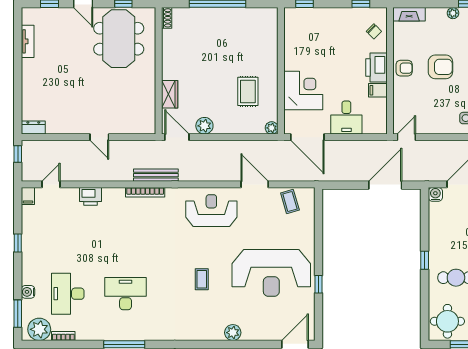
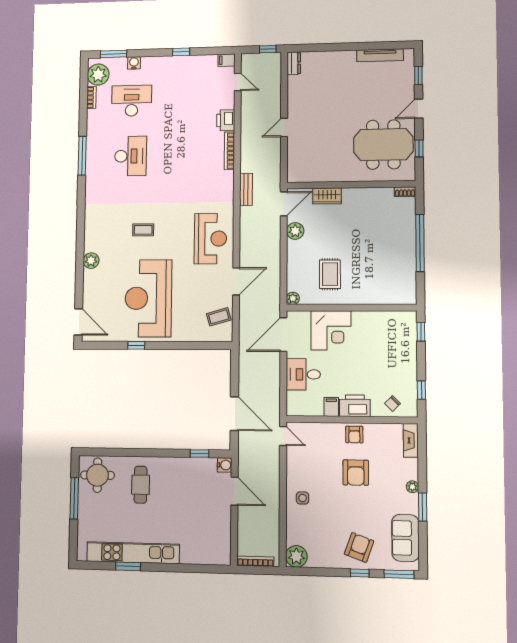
tv unit: (28, 41) -> (380, 55), width x1.41
rug: (248, 91) -> (330, 274), turned 90
bench: (156, 175) -> (246, 189), width x0.73
bookcase: (145, 192) -> (229, 151), moved
window: (425, 260) -> (199, 454), moved

